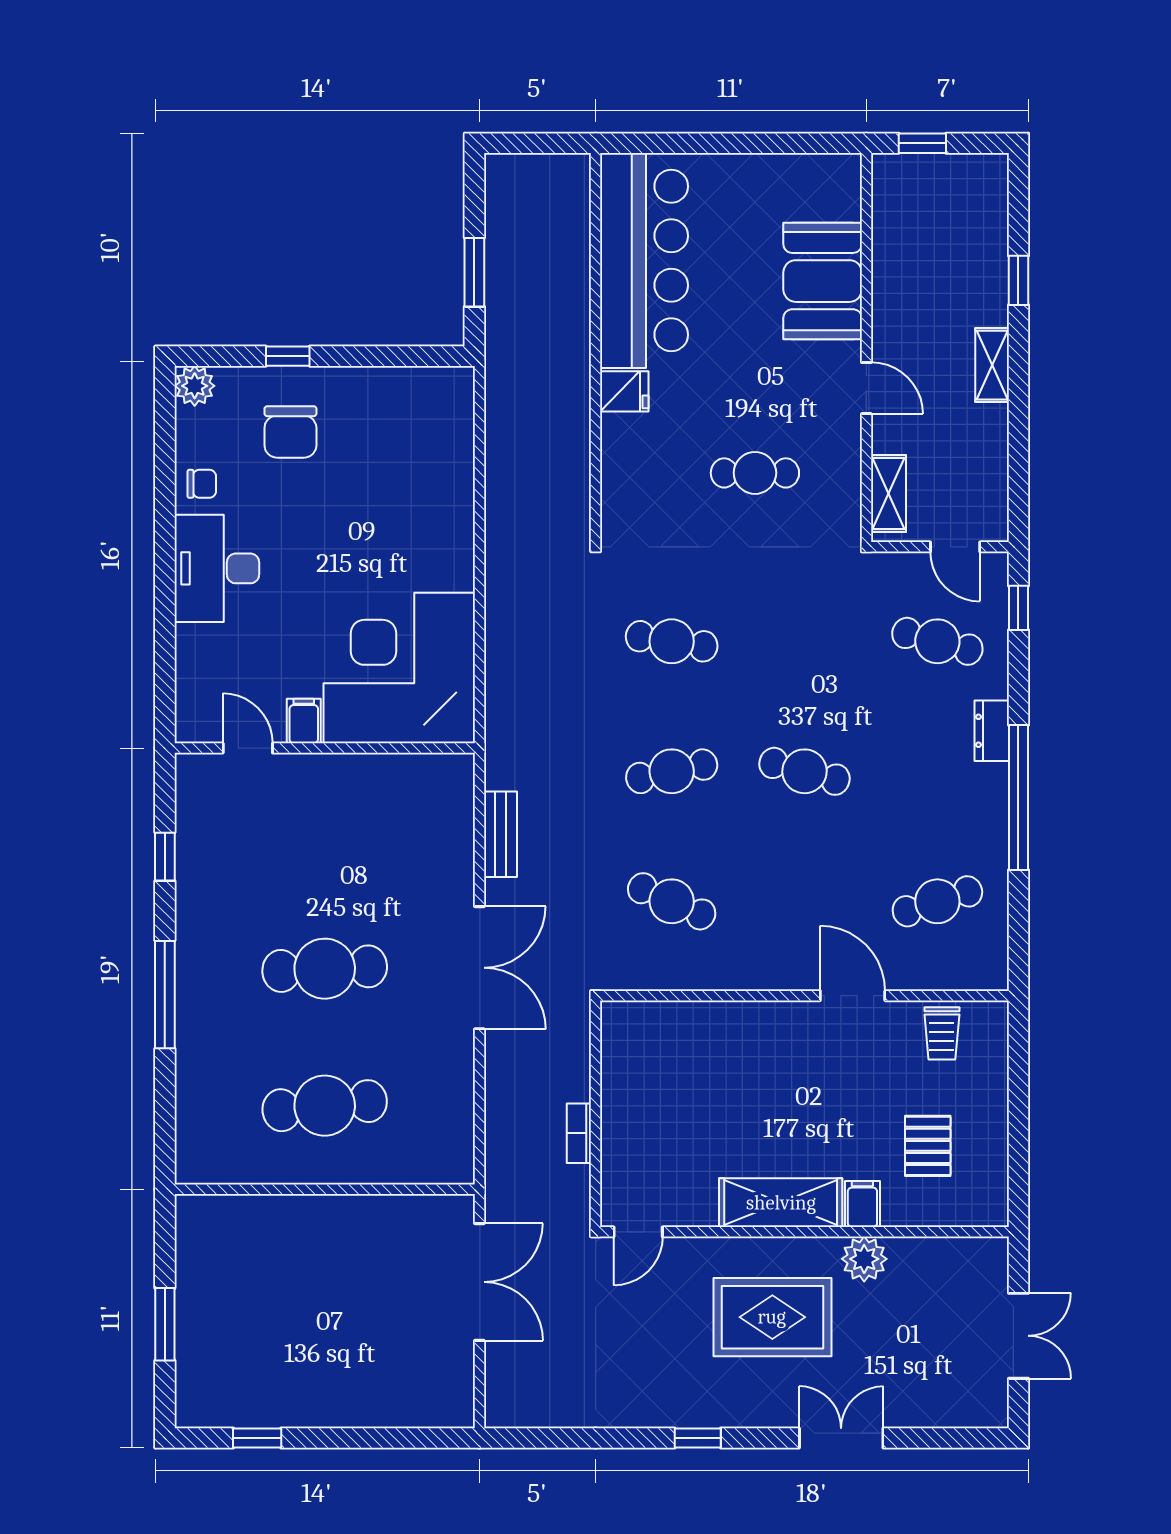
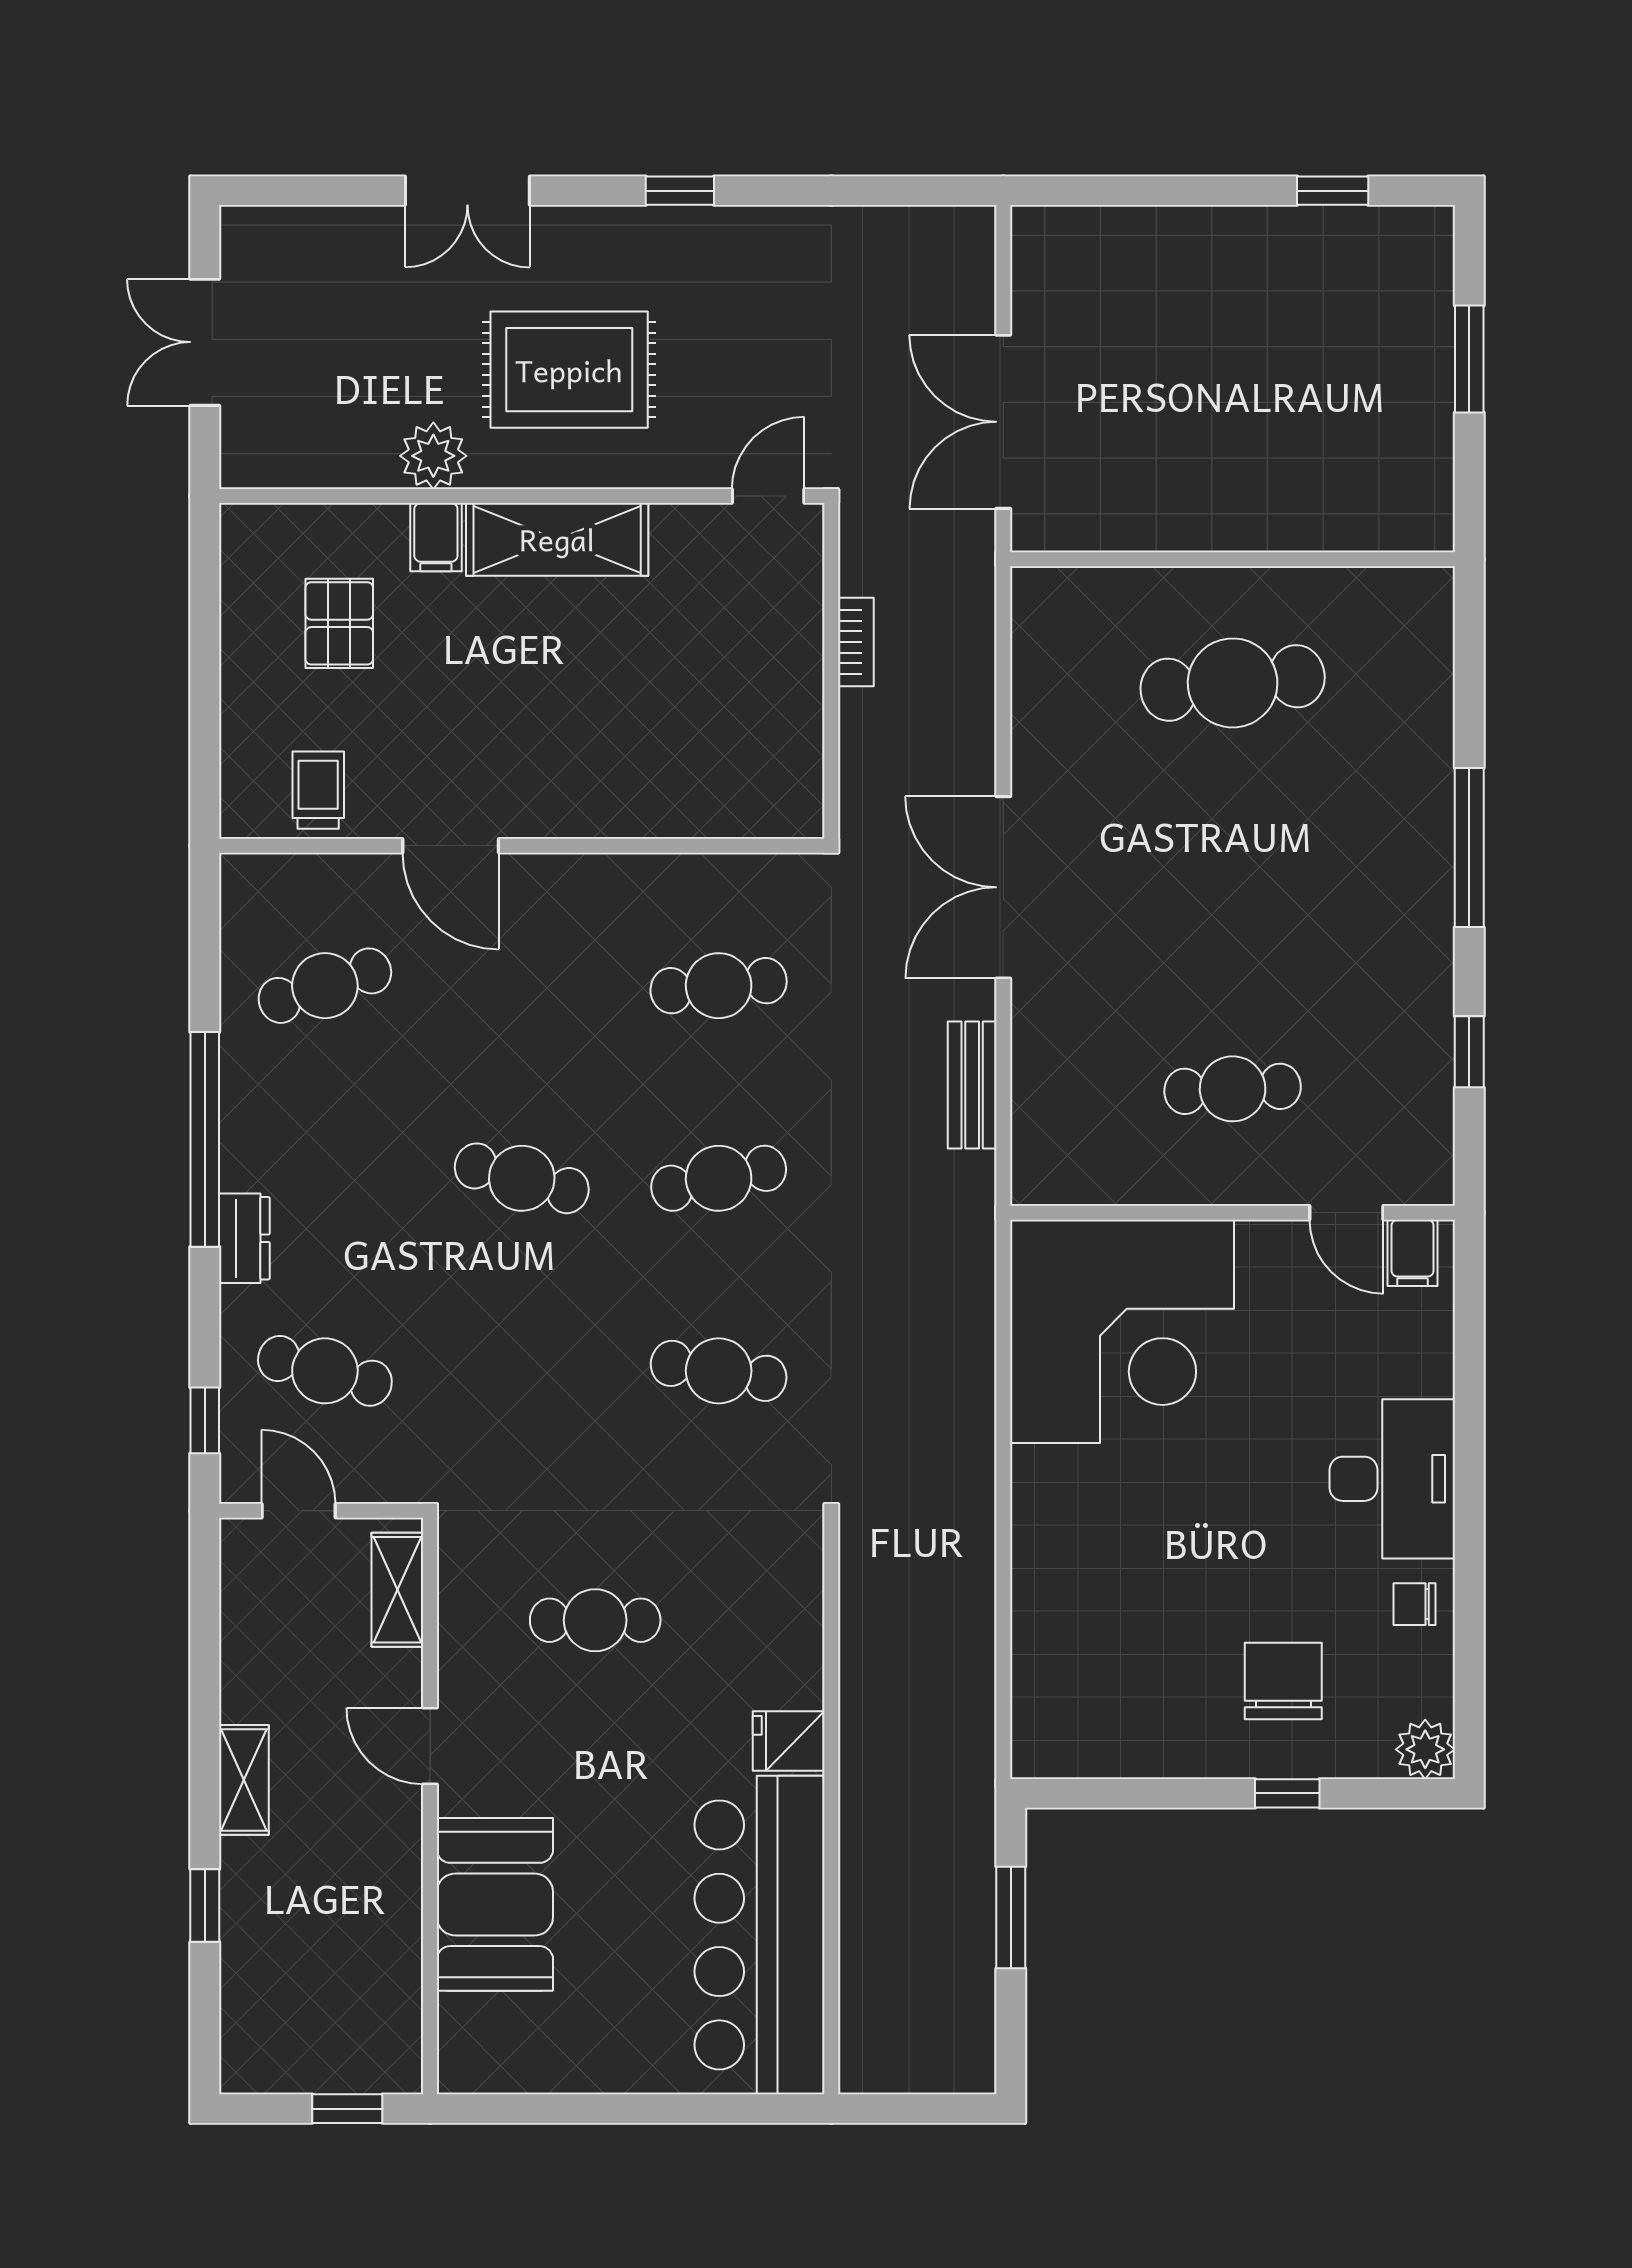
filing cabinet: (304, 721) -> (1413, 1253), moved
cafe table: (672, 901) -> (719, 986), turned -30
cafe table: (325, 969) -> (1233, 1089), moved, width x0.73, depth x0.74

